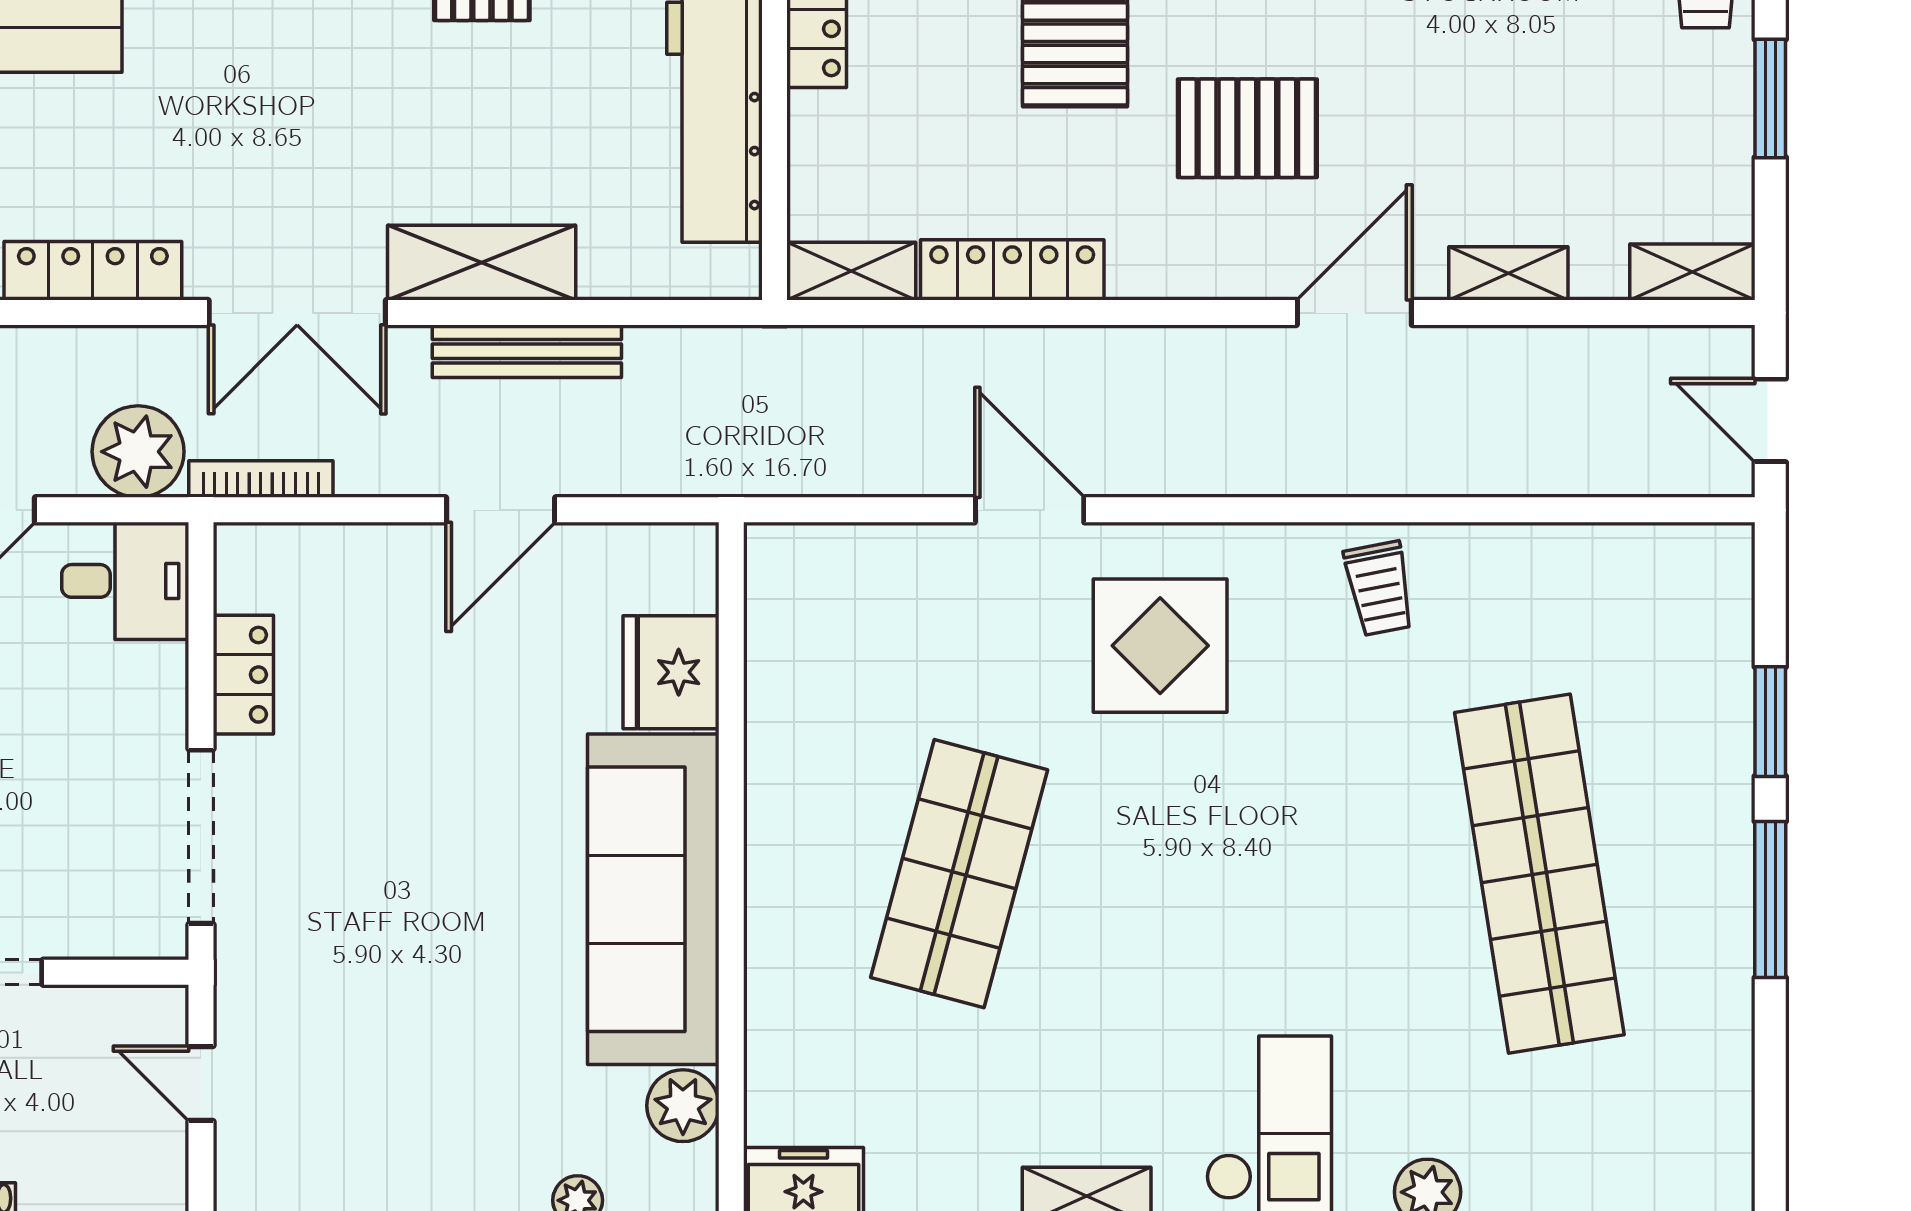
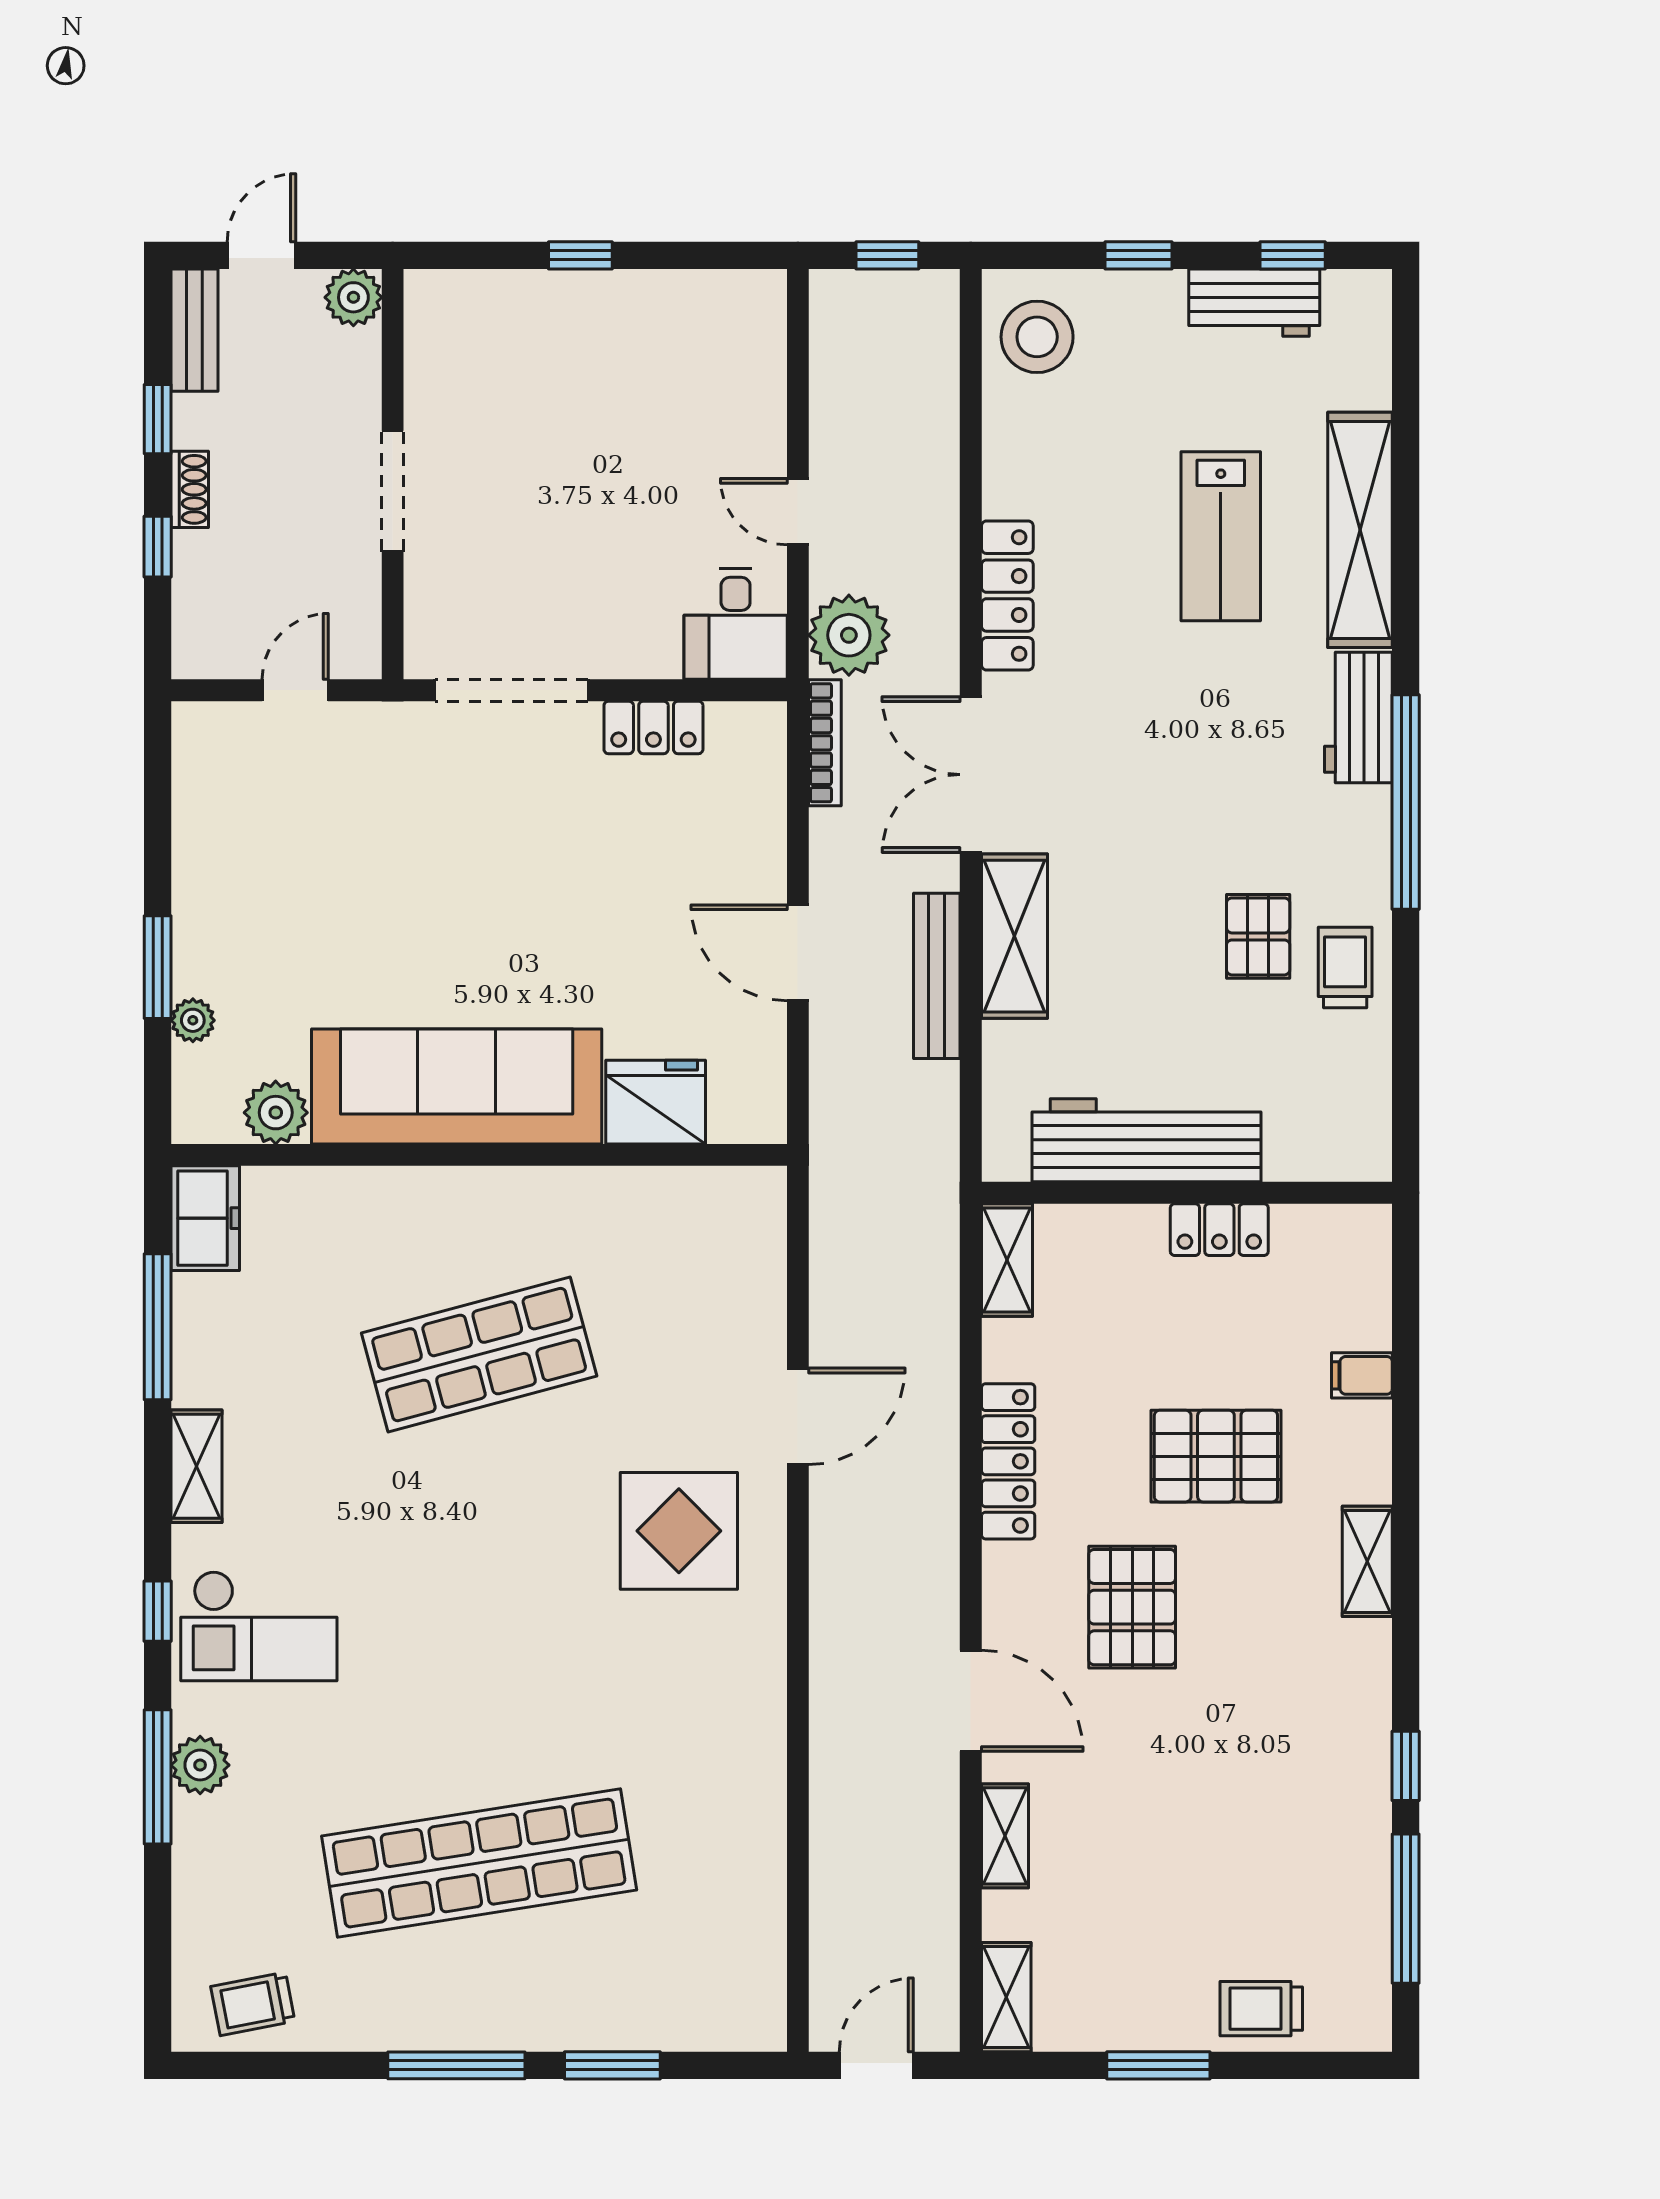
locker: (1012, 270) -> (1008, 1461), moved
trolley: (1379, 588) -> (253, 2004), moved
shop shelf: (959, 874) -> (479, 1355), turned -30

